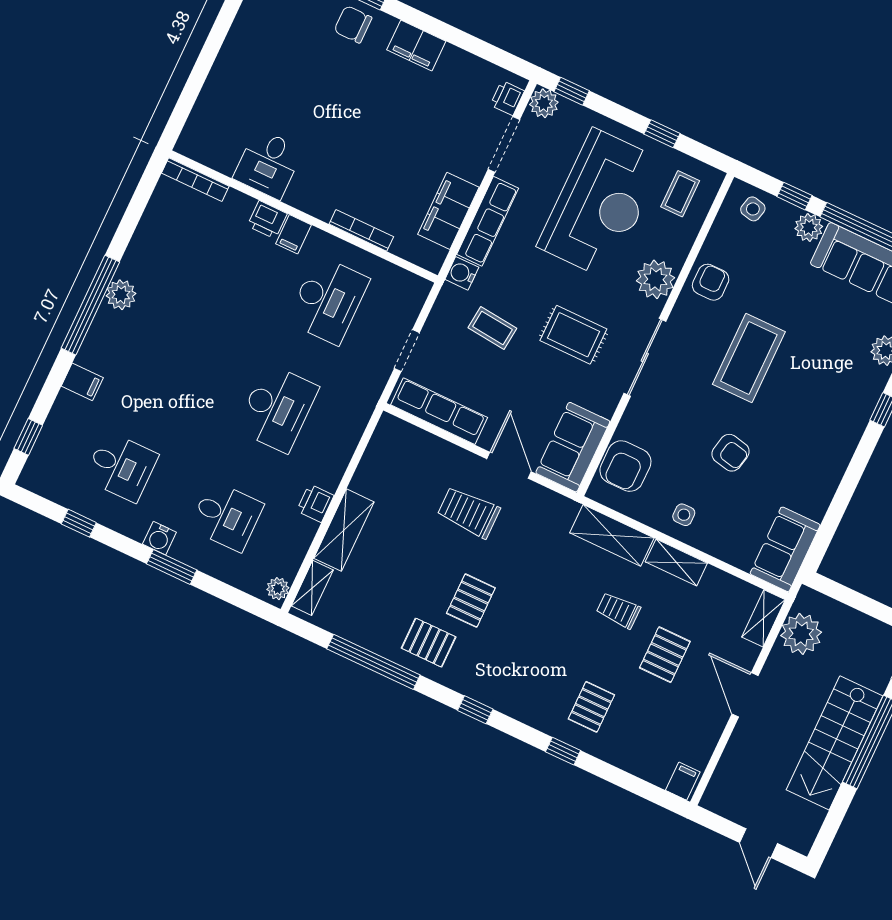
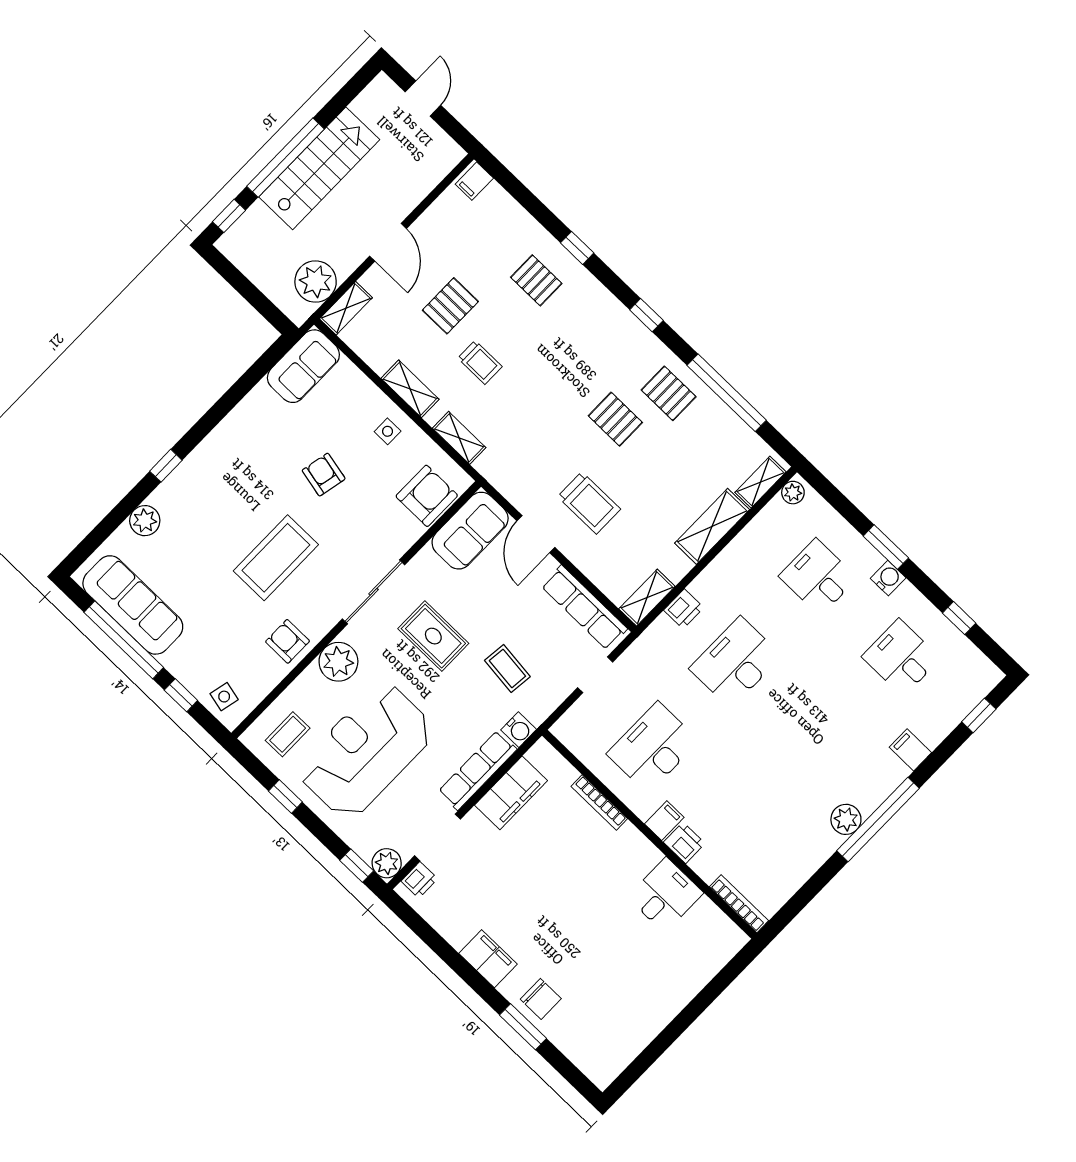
plant: (809, 227) -> (178, 661), removed
armchair: (711, 282) -> (288, 641), turned 90
shelving: (383, 441) -> (647, 598), added
printer: (315, 503) -> (684, 609), moved
shelving: (612, 535) -> (459, 438), width x0.67, depth x0.75
pallet: (471, 601) -> (615, 419), turned 90
pallet: (591, 707) -> (536, 280), turned 90

